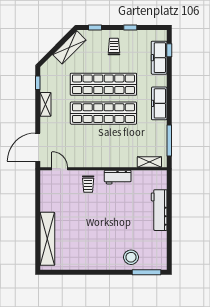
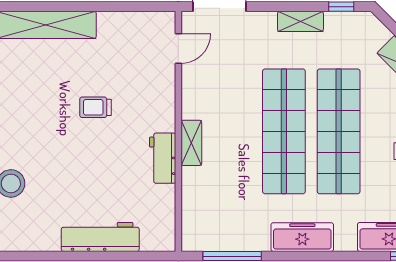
shelving: (149, 162) -> (191, 143), moved
trolley: (88, 184) -> (95, 107), moved

